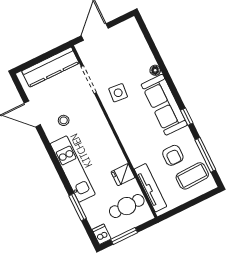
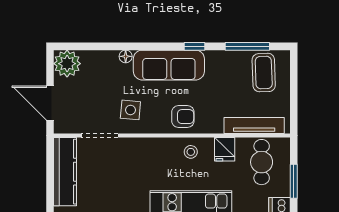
plant: (129, 30) -> (67, 64), added
stool: (64, 120) -> (191, 152), moved
armchair: (173, 155) -> (183, 117), moved

